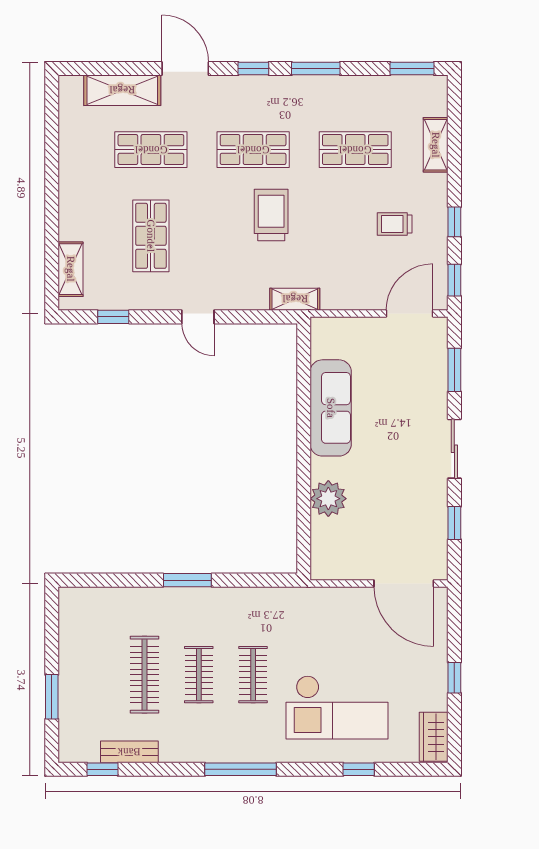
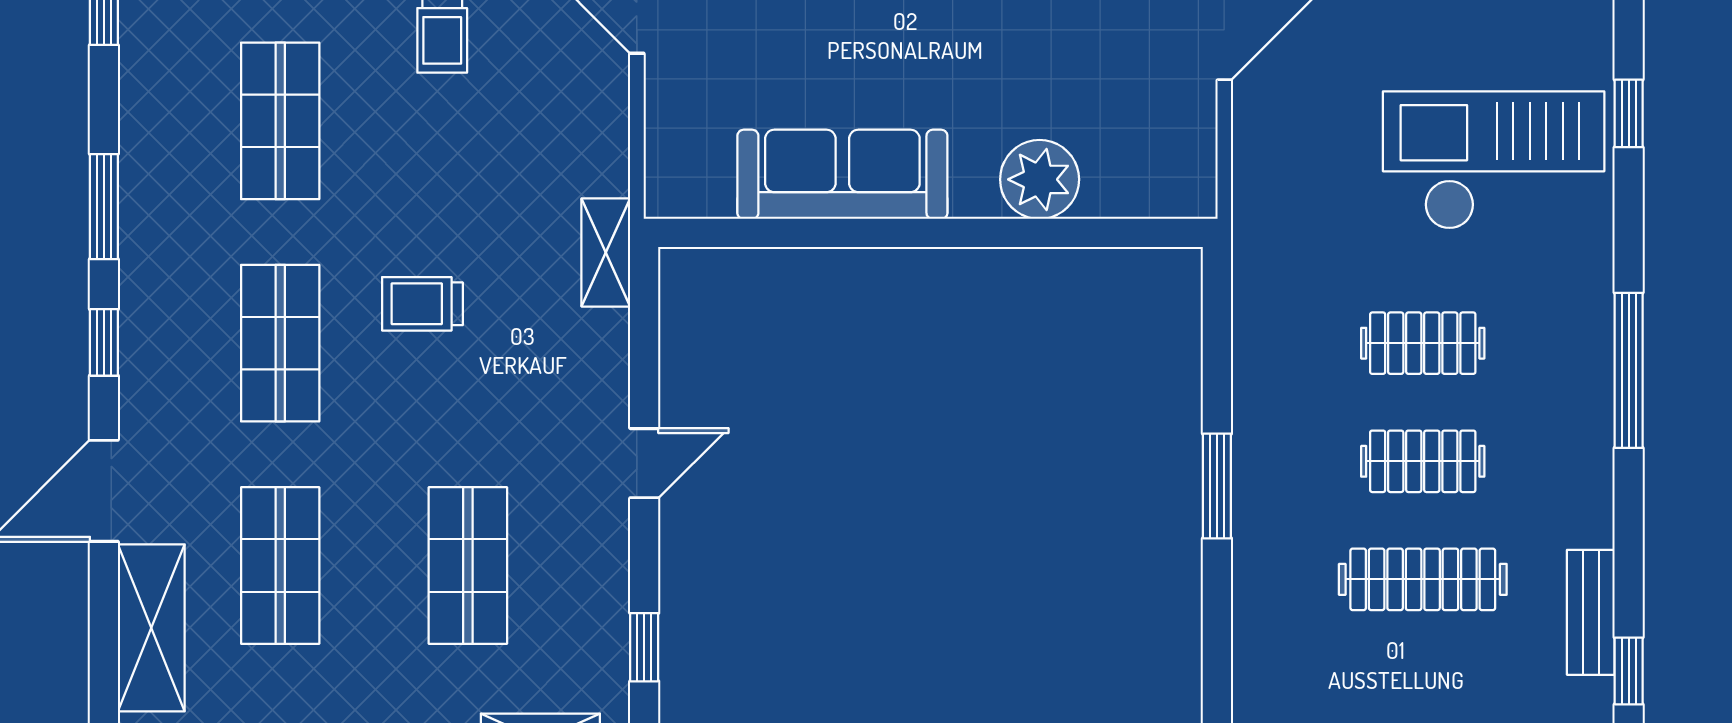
trolley: (271, 215) -> (422, 304), width x0.73, depth x0.72
shop shelf: (151, 236) -> (468, 565), turned 90
checkout: (337, 707) -> (1494, 160), turned -90

